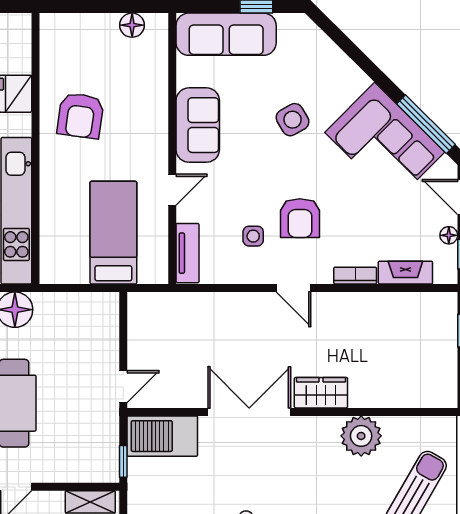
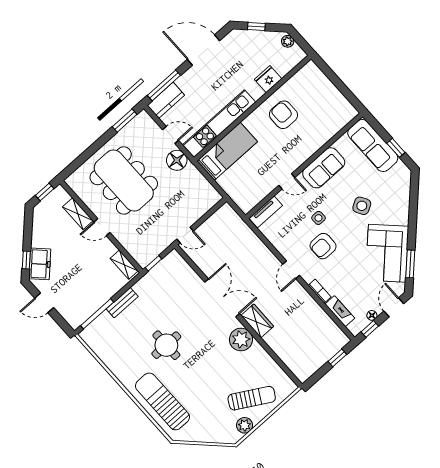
floor lamp: (132, 25) -> (341, 102), removed
armchair: (80, 116) -> (283, 115), turned 82
window: (426, 124) -> (410, 264), width x0.69
bed: (113, 233) -> (227, 151), moved
side table: (253, 236) -> (318, 218), moved
barbecue: (162, 436) -> (179, 270), removed
plant: (361, 436) -> (241, 339), moved

